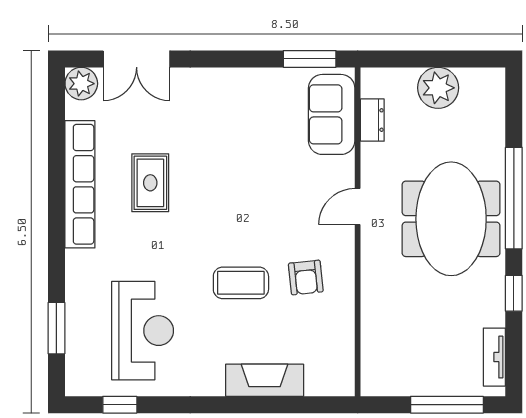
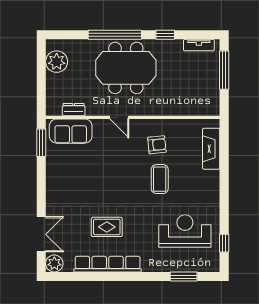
plant: (438, 88) -> (57, 62), moved
fireplace: (265, 380) -> (211, 149), moved

